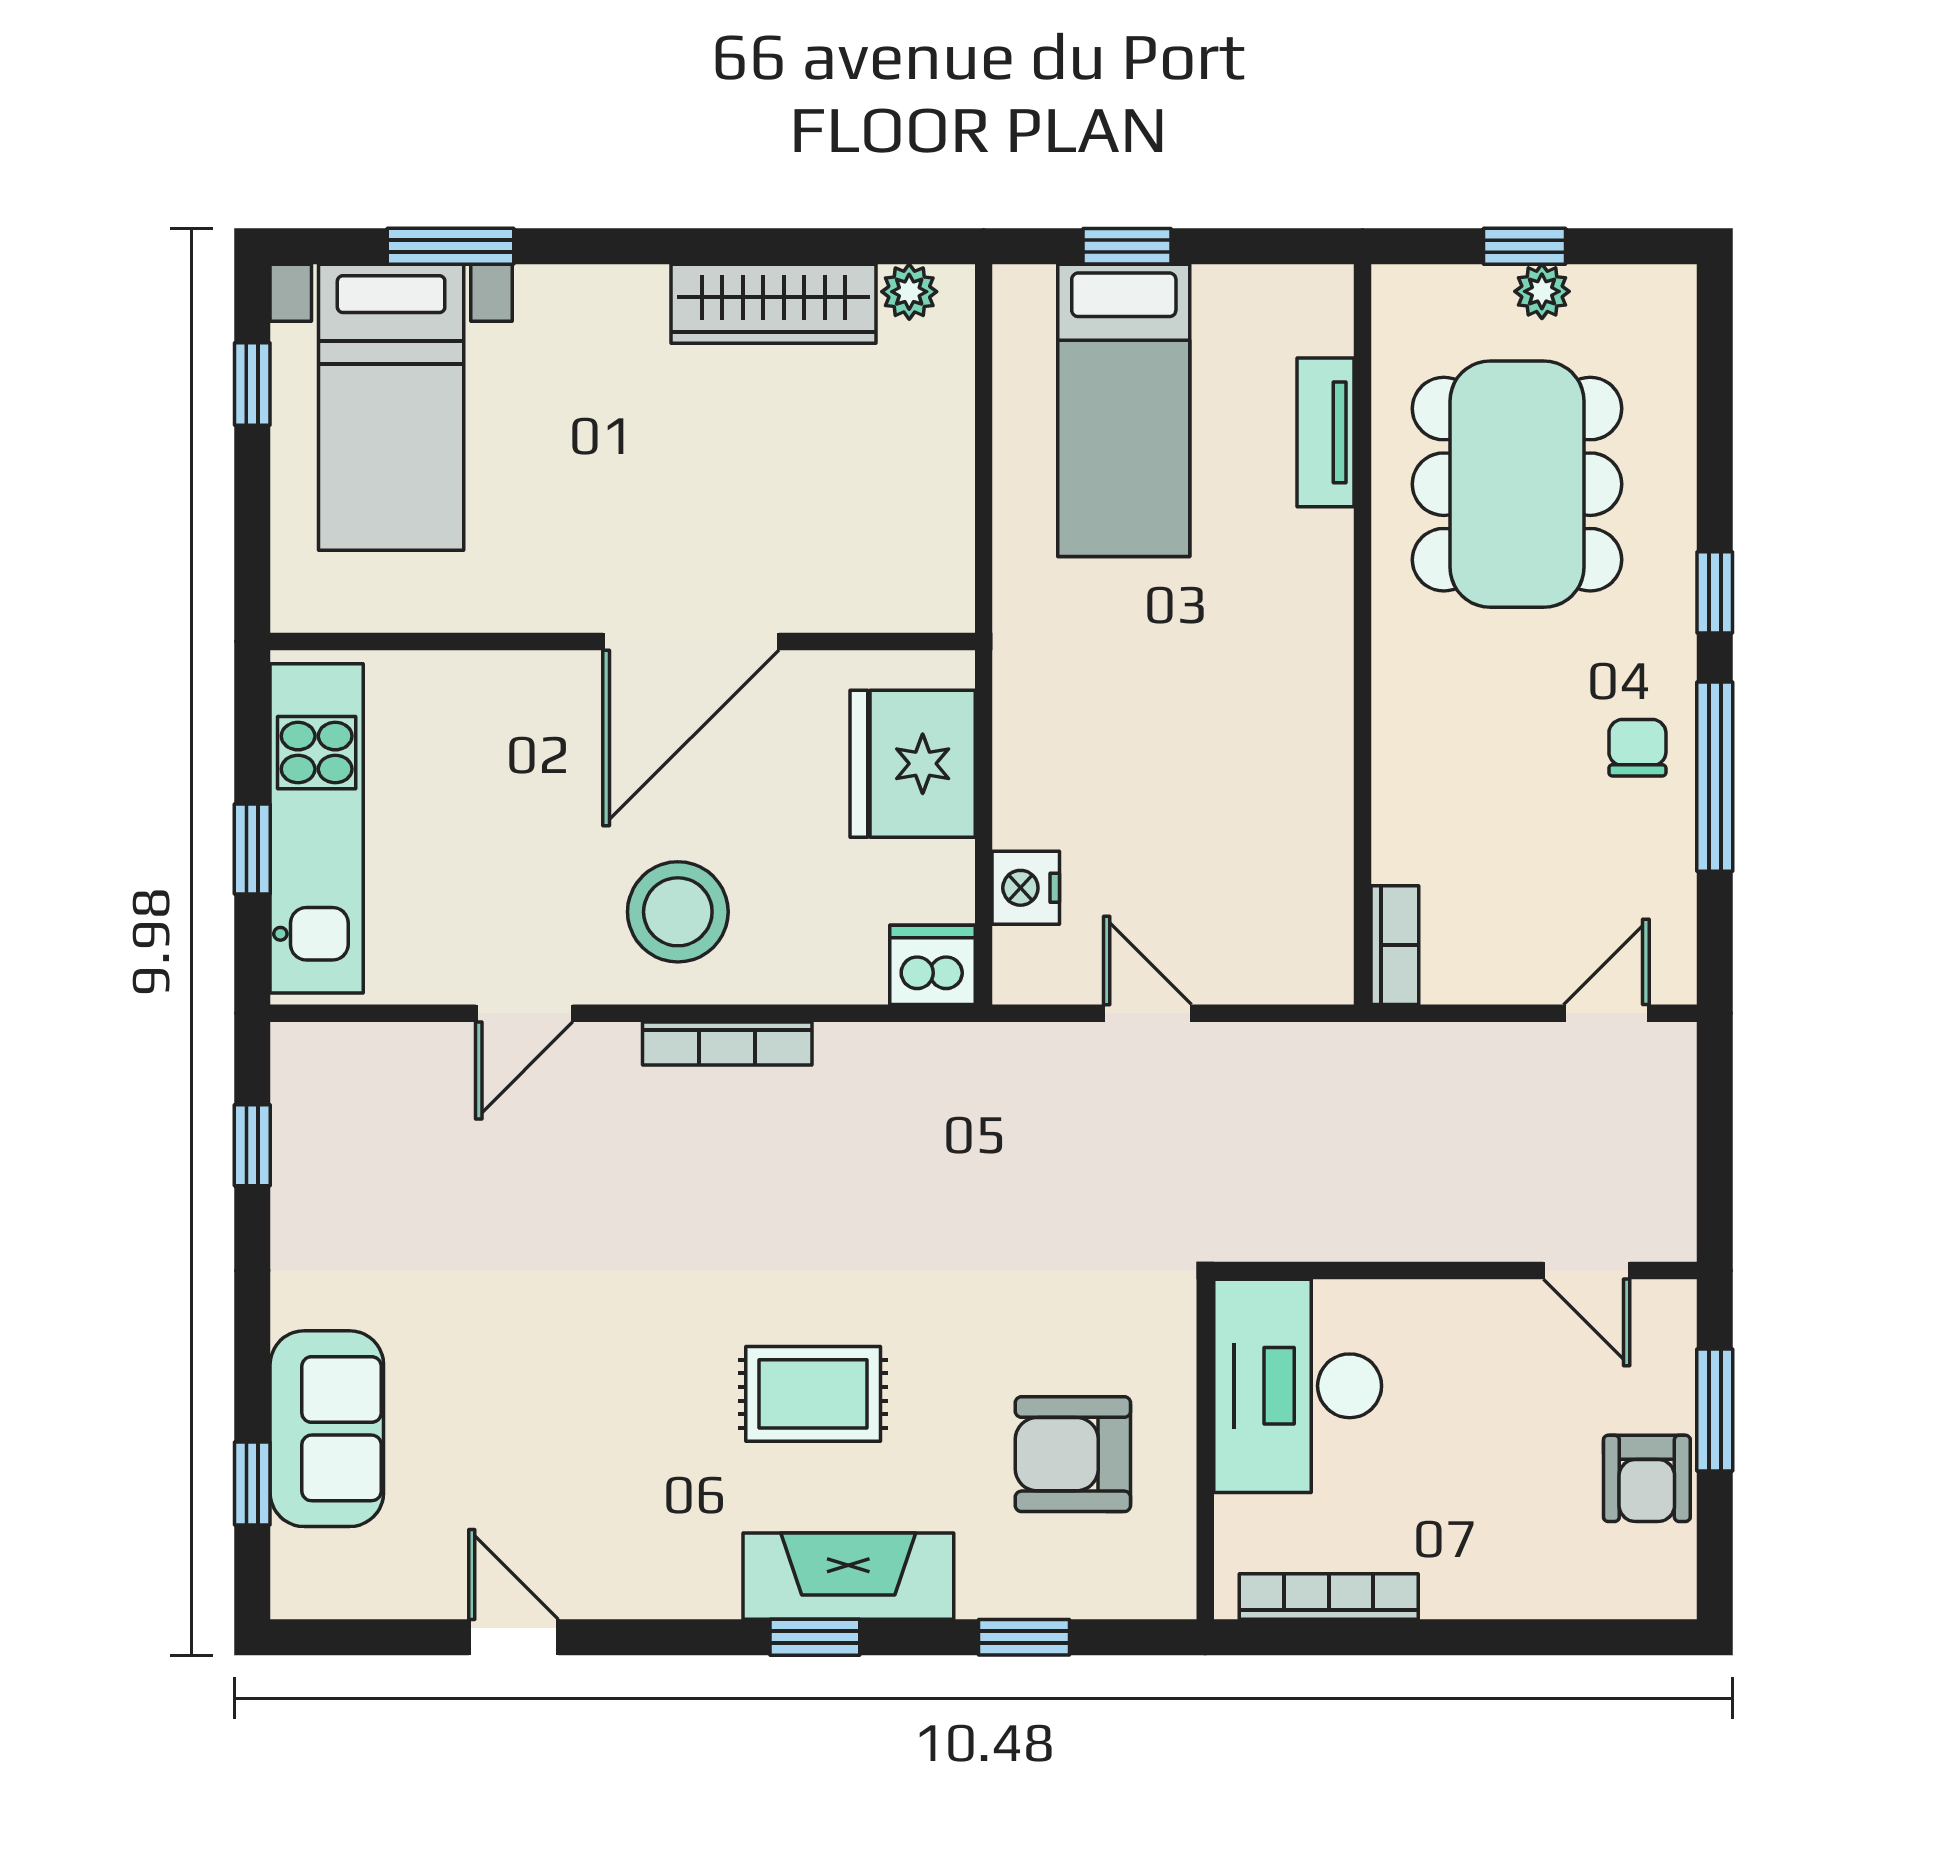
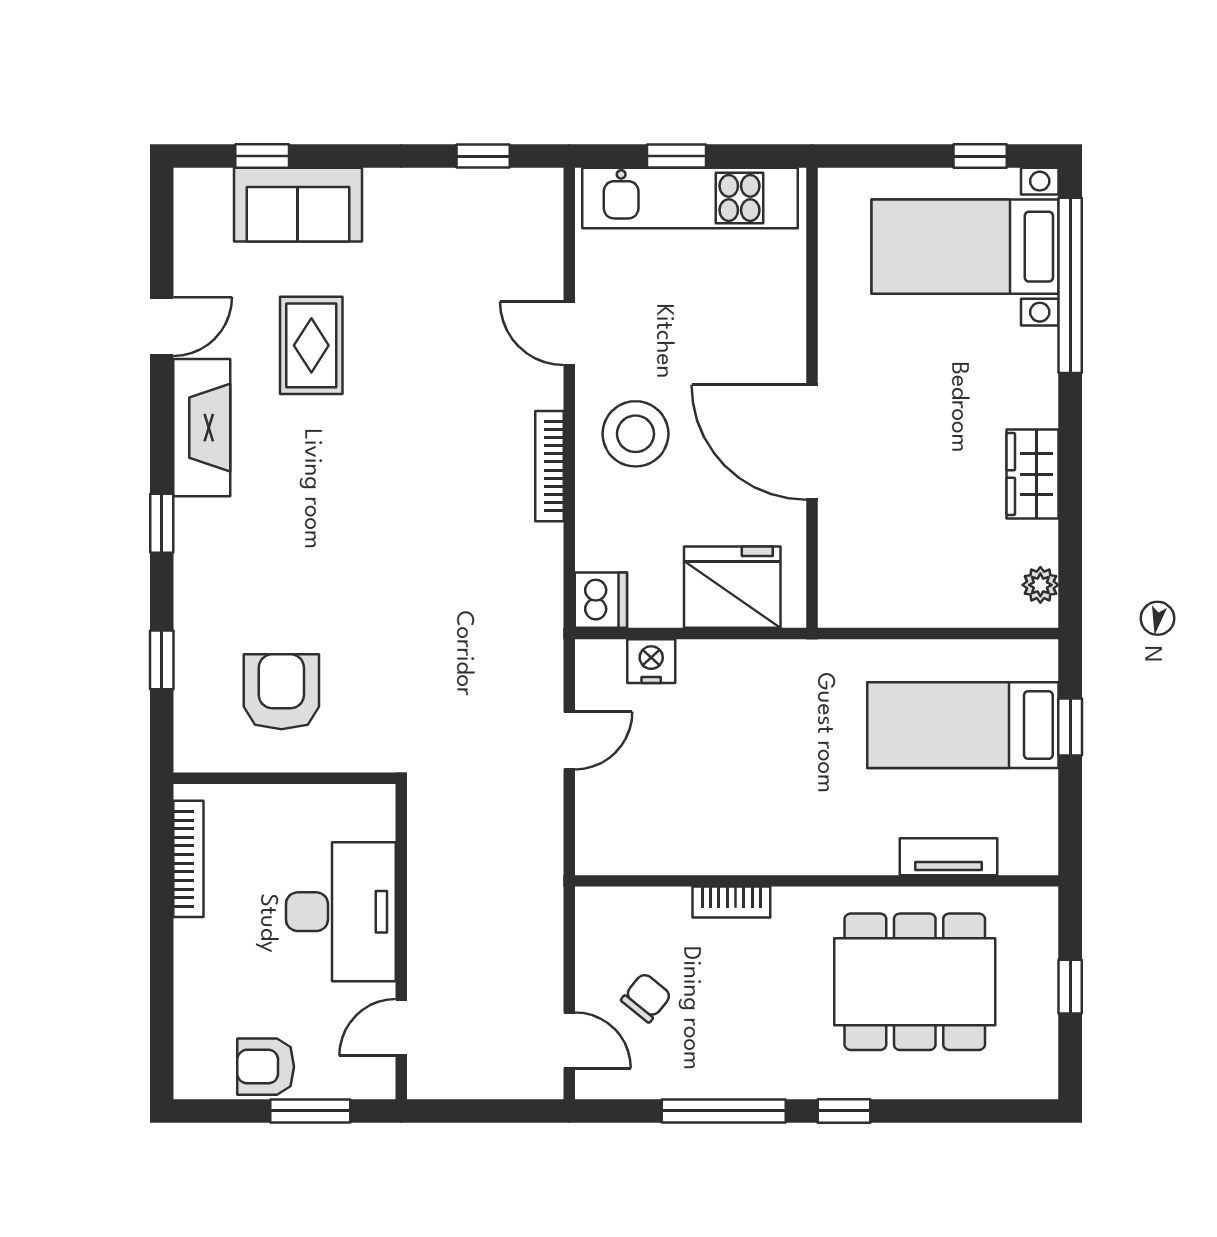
window: (451, 246) -> (1070, 285), width x2.11
plant: (1542, 291) -> (1041, 998), removed
wardrobe: (773, 304) -> (1033, 474), width x0.67
chair: (1637, 748) -> (646, 998), moved, turned -51
bookcase: (1395, 945) -> (731, 902), moved
desk: (1298, 1386) -> (341, 912), moved, turned 90
rug: (813, 1394) -> (311, 345), moved
fireplace: (848, 1576) -> (202, 428), moved

